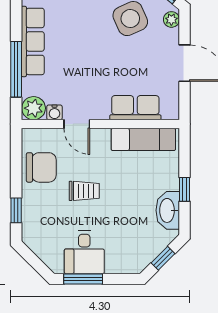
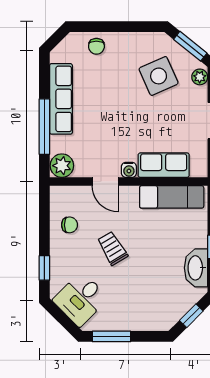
water cooler: (54, 112) -> (129, 170), moved
chair: (41, 167) -> (70, 225), width x0.54, depth x0.54
trolley: (84, 191) -> (113, 248), turned -121
desk: (84, 252) -> (81, 299), moved, turned 45

